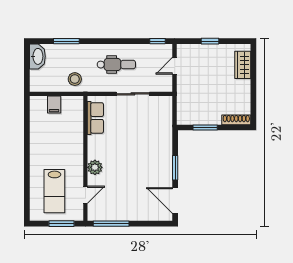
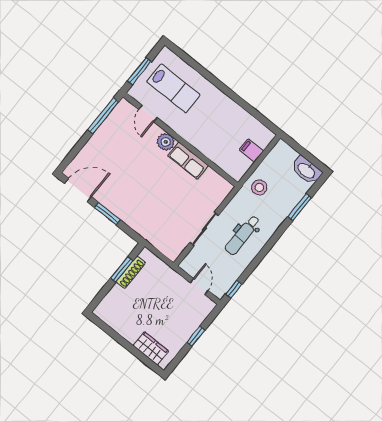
row of seats: (95, 118) -> (188, 160), moved
shoe rack: (236, 120) -> (131, 272), moved
lab bench: (54, 191) -> (173, 88), turned 180

